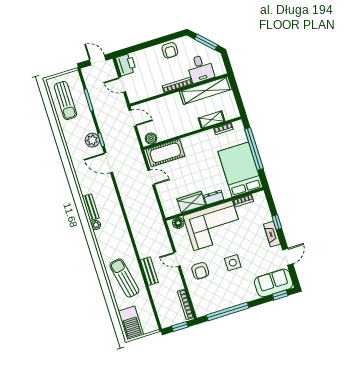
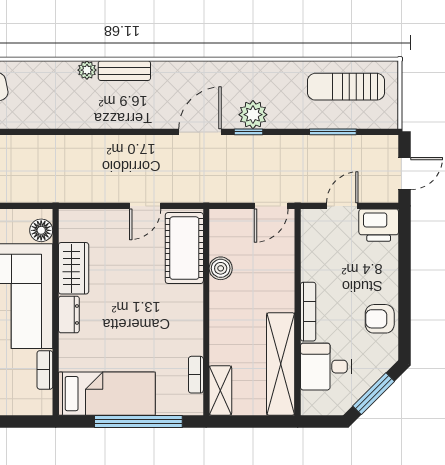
shelving: (212, 120) -> (220, 390), moved
boiler: (151, 139) -> (221, 268), moved
bed: (240, 169) -> (107, 394), width x0.67

